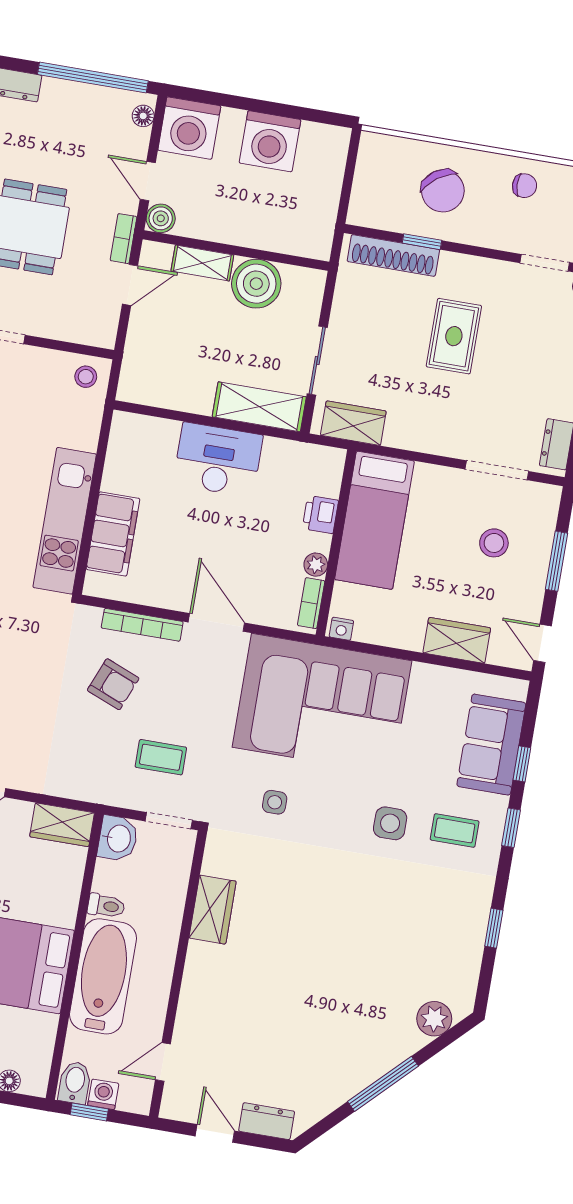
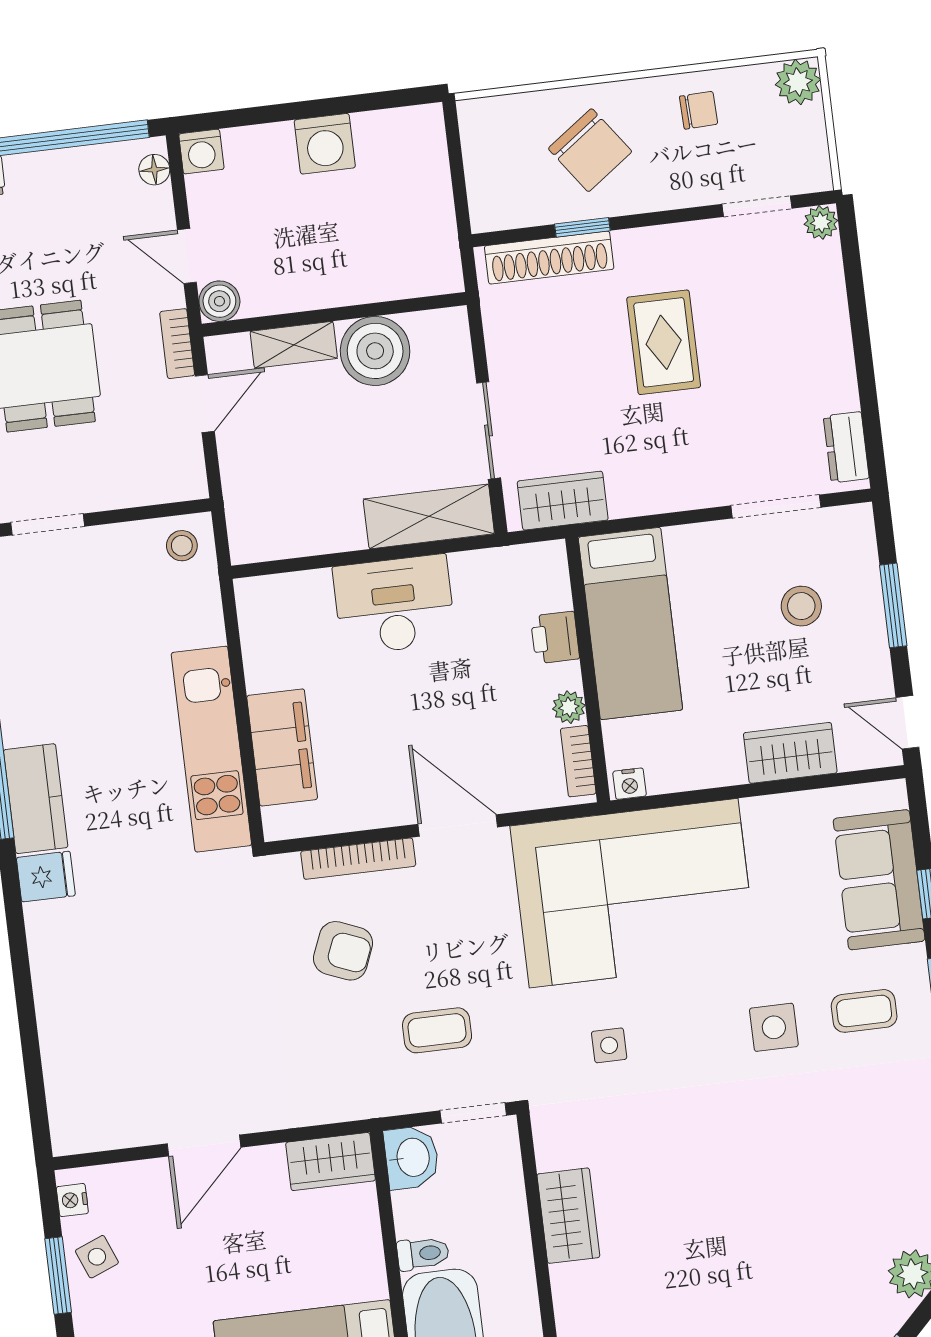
washing machine: (189, 128) -> (201, 152), width x0.53, depth x0.53
washing machine: (270, 141) -> (325, 144), width x0.73, depth x0.73

